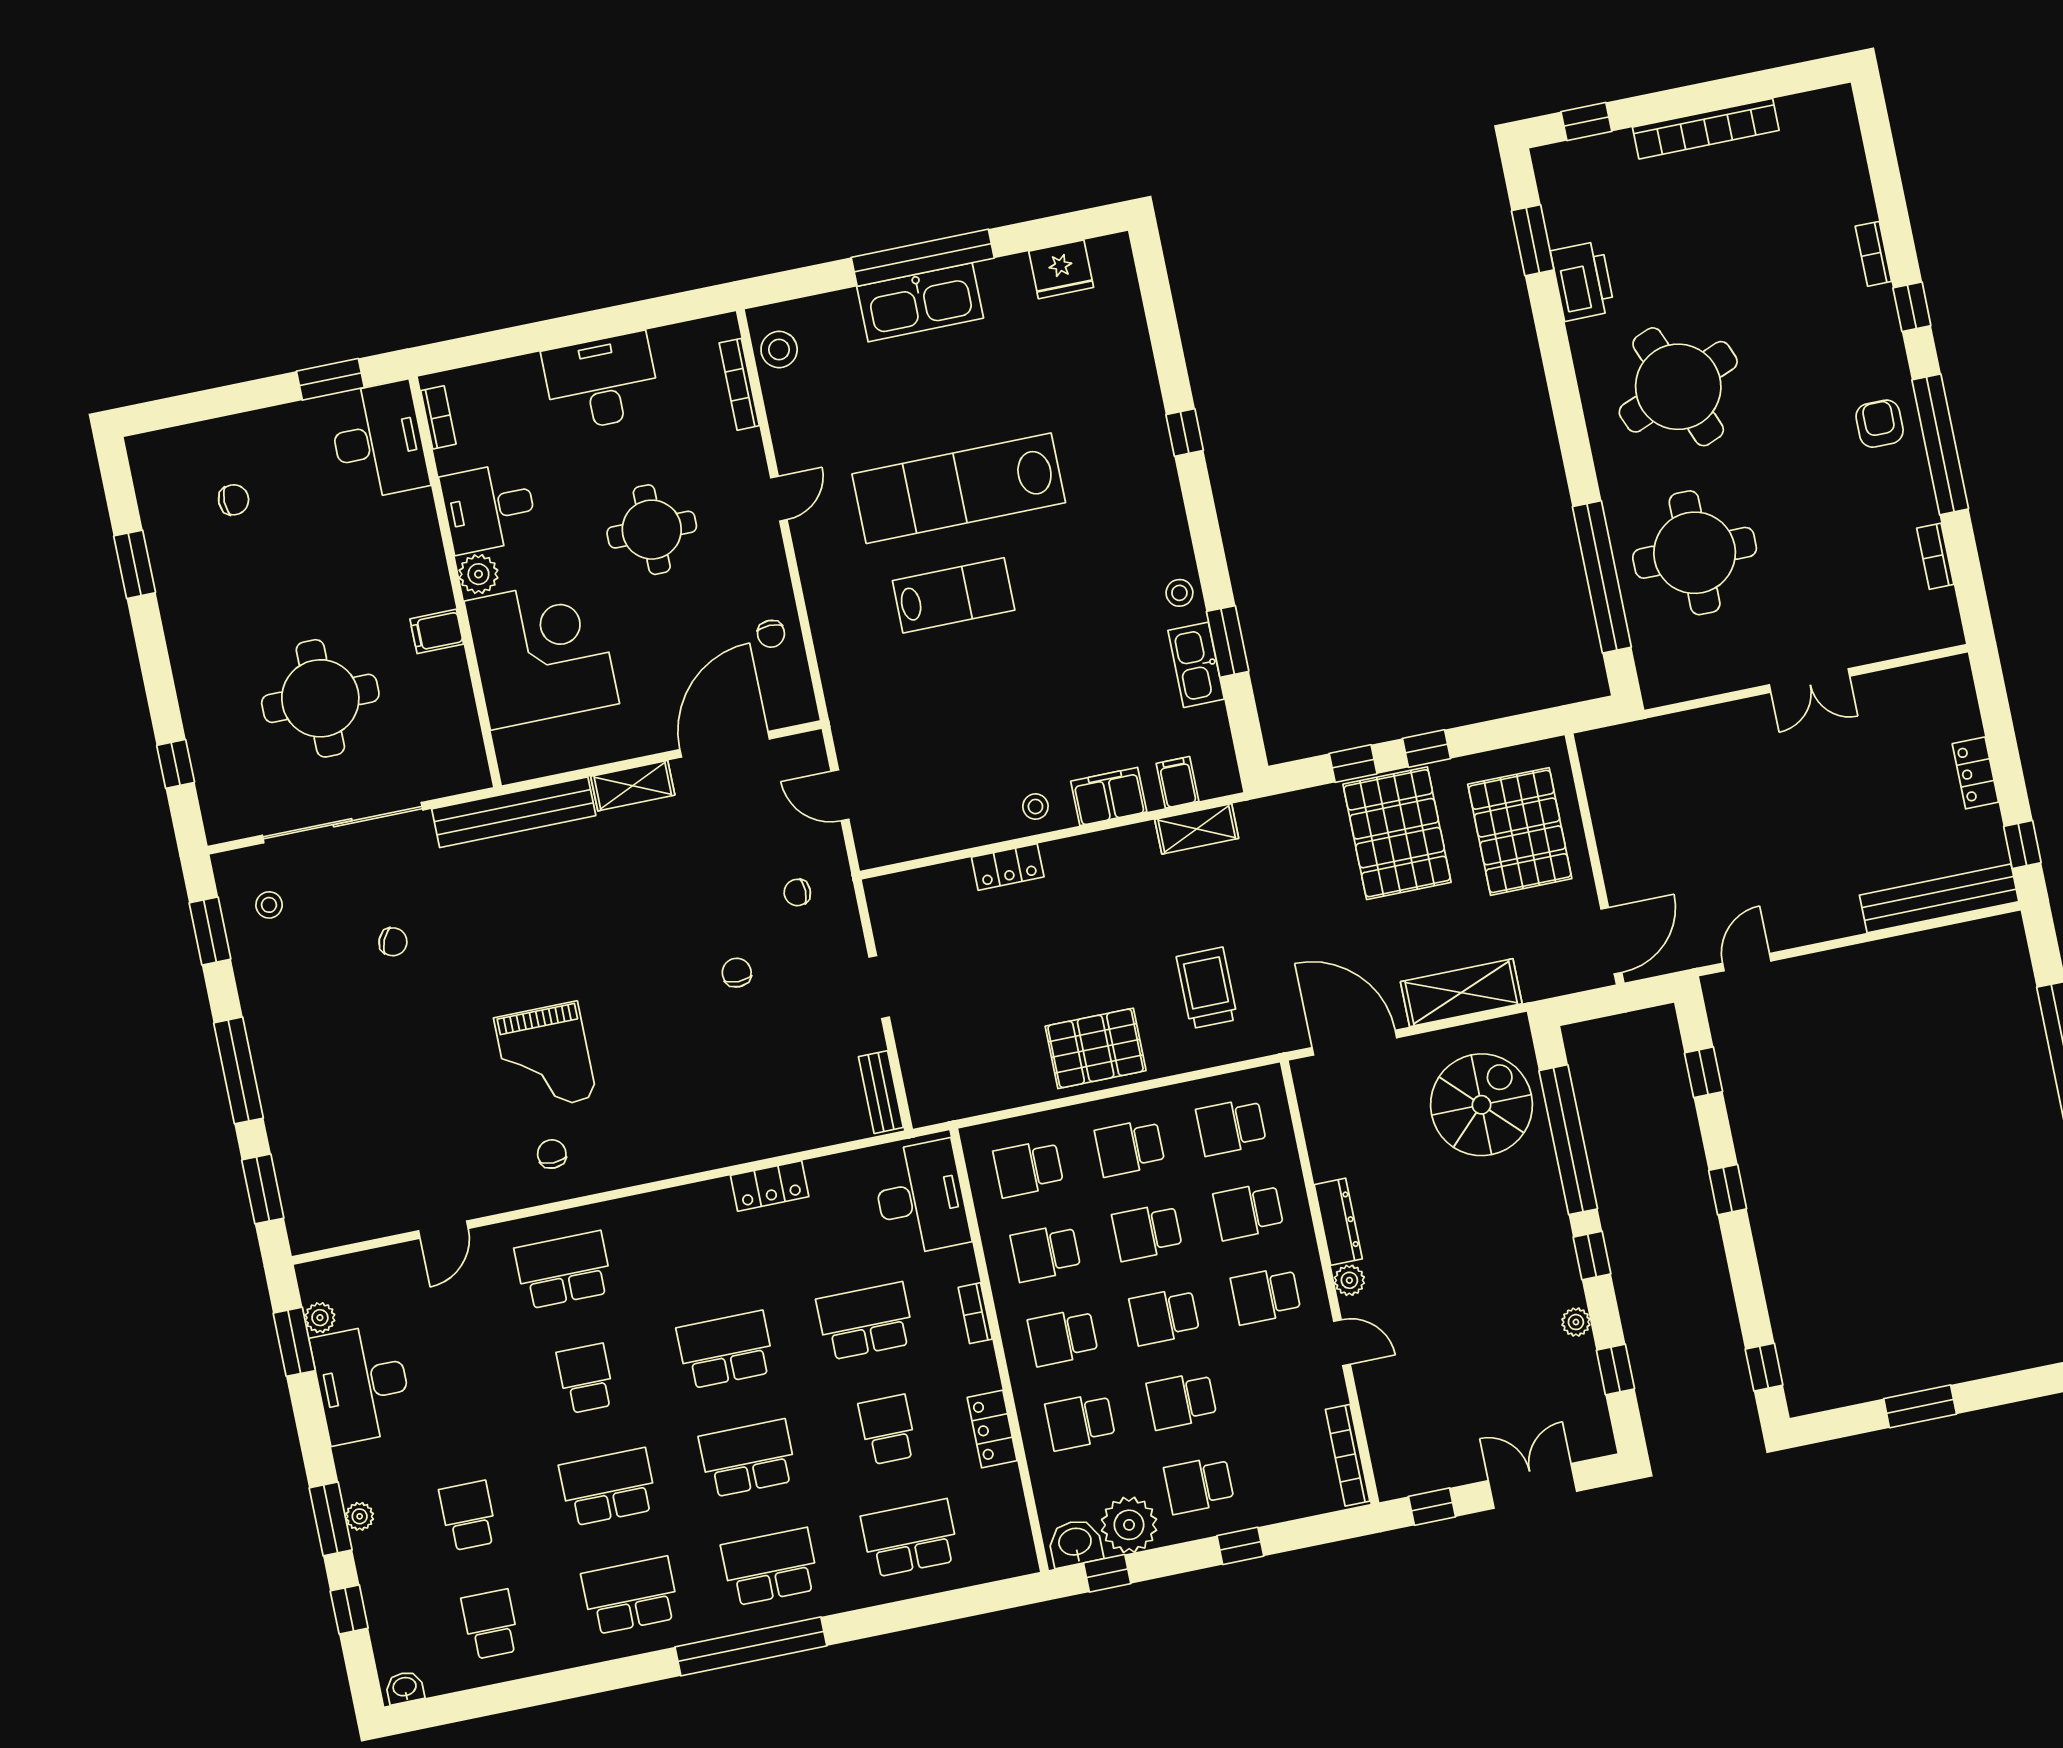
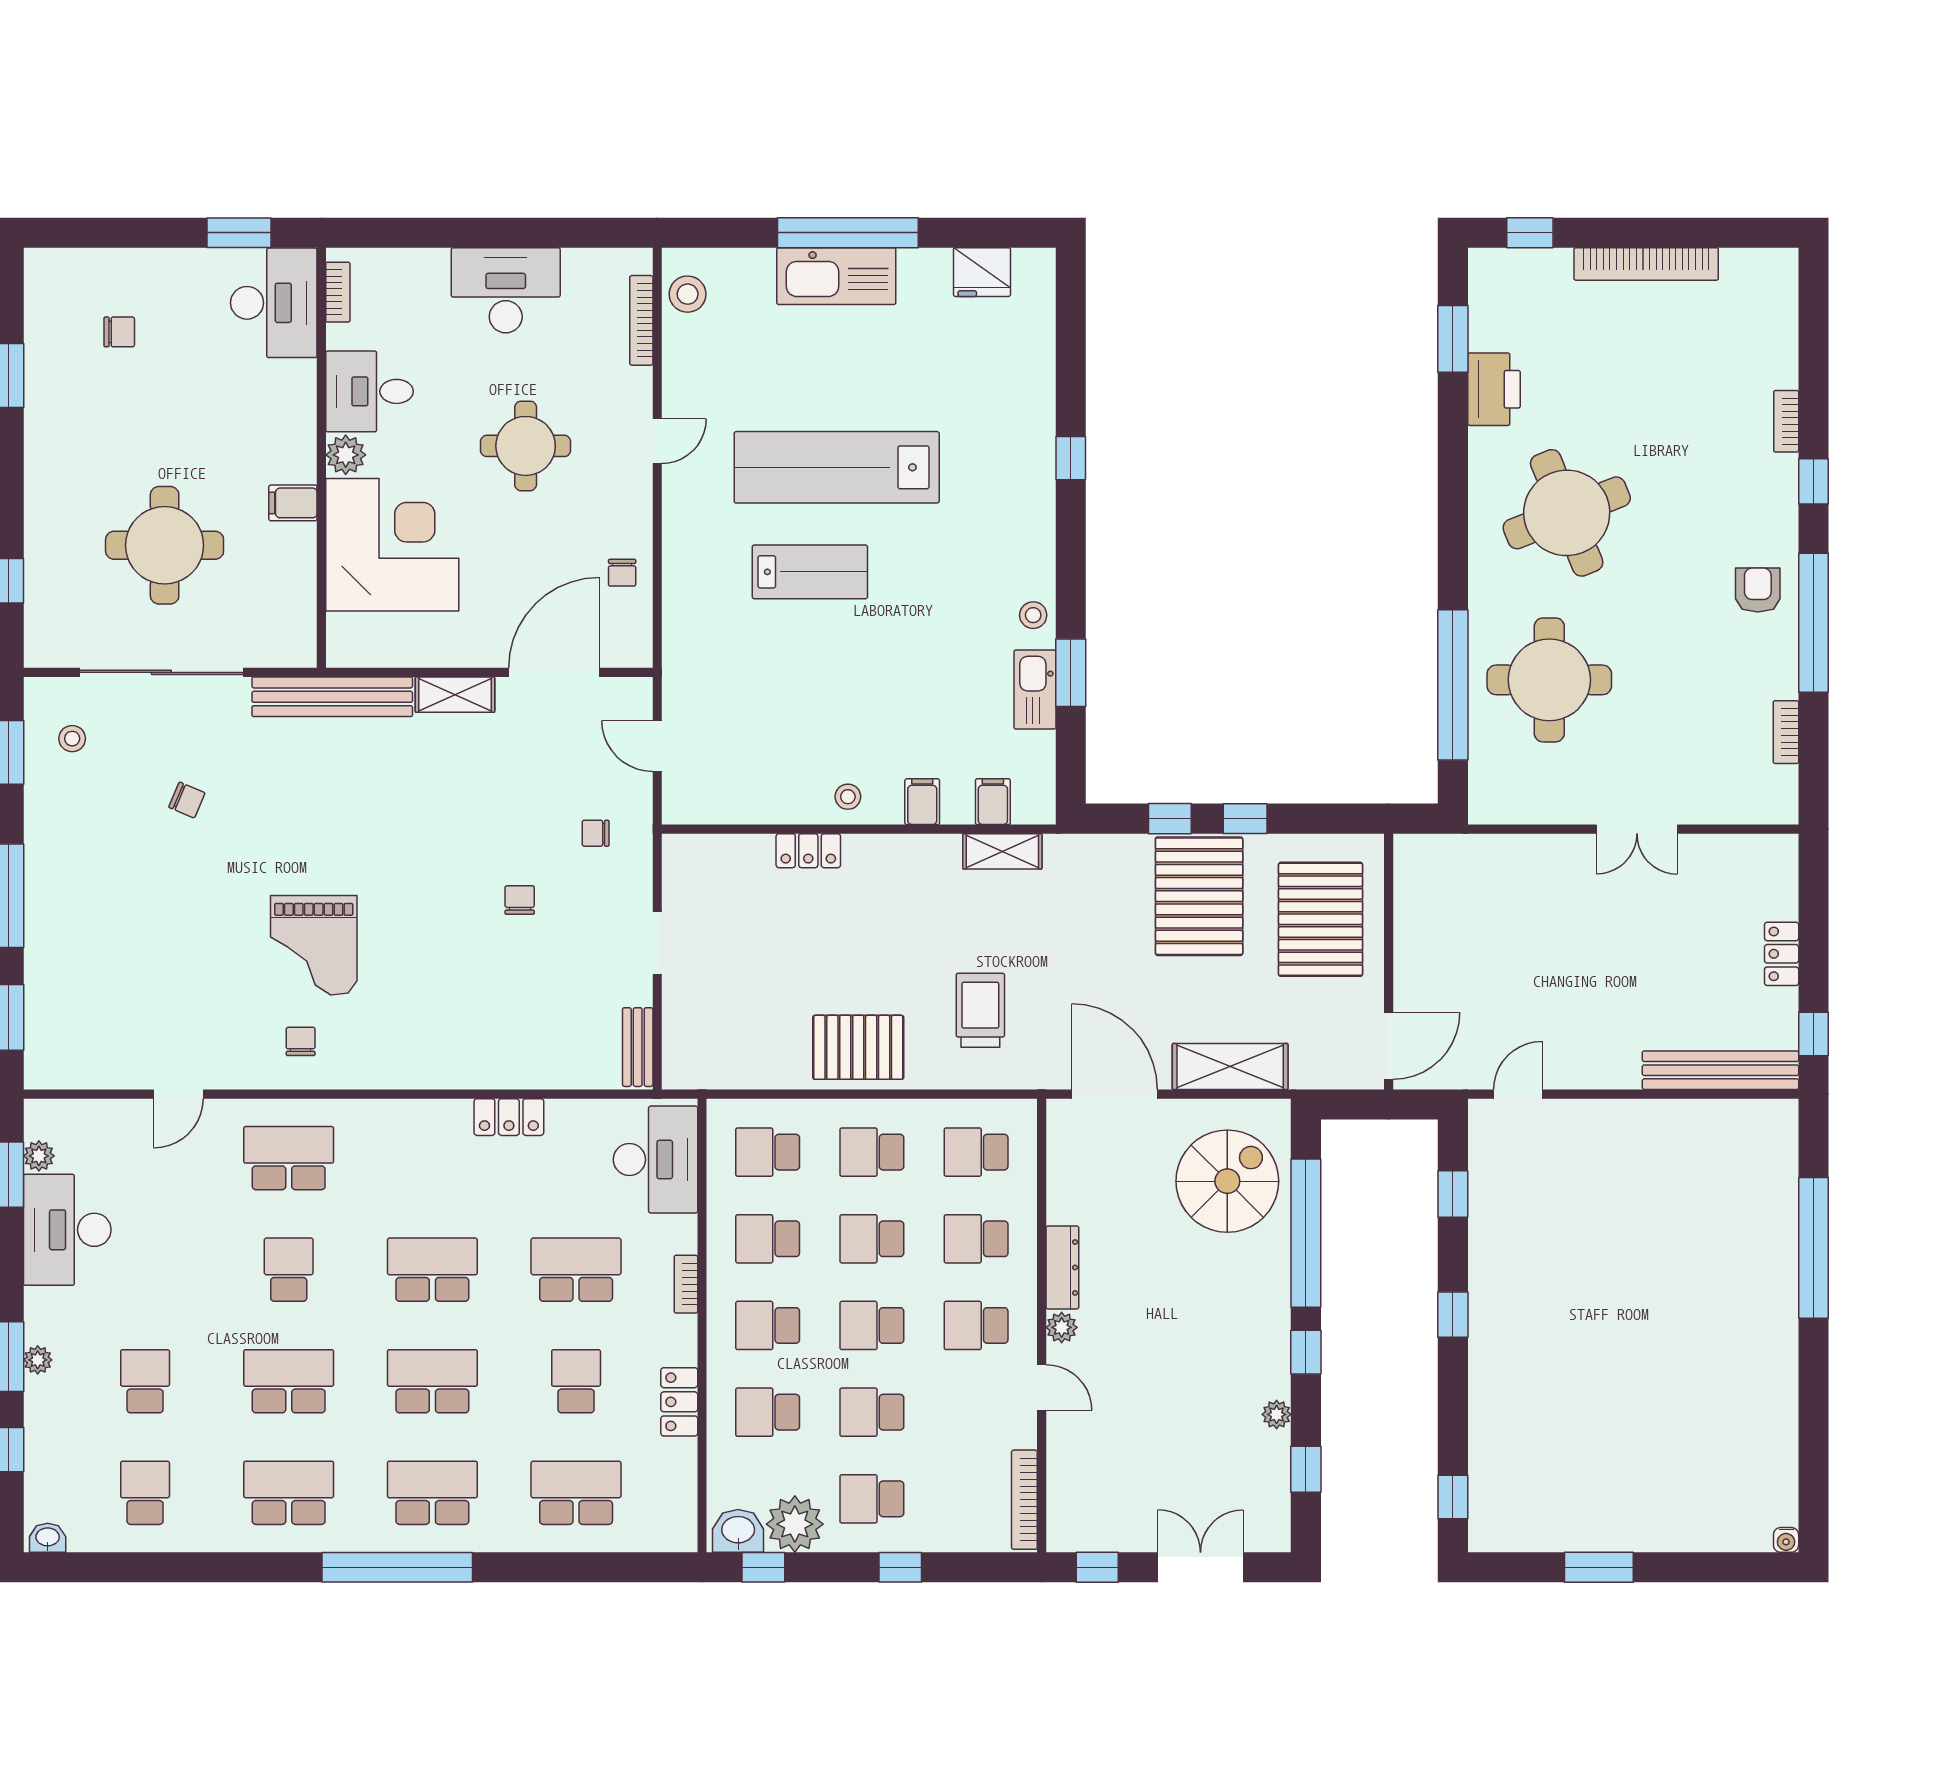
filing cabinet: (1109, 797) -> (922, 802), width x0.50

